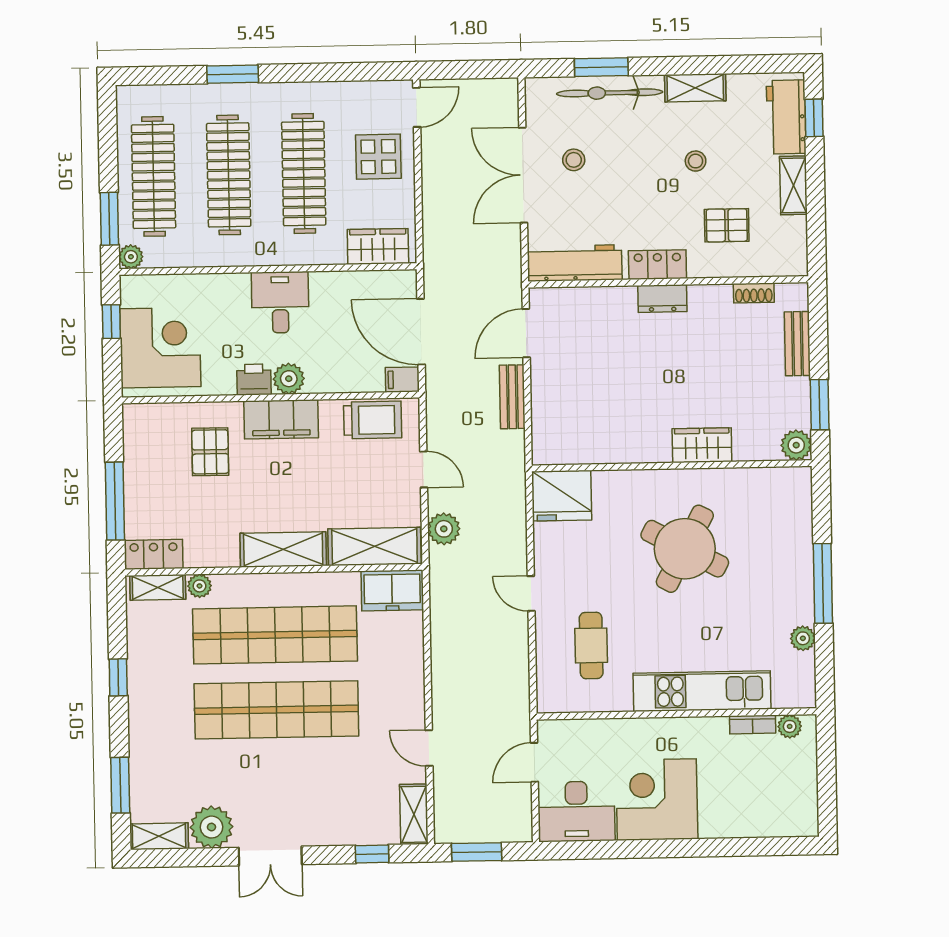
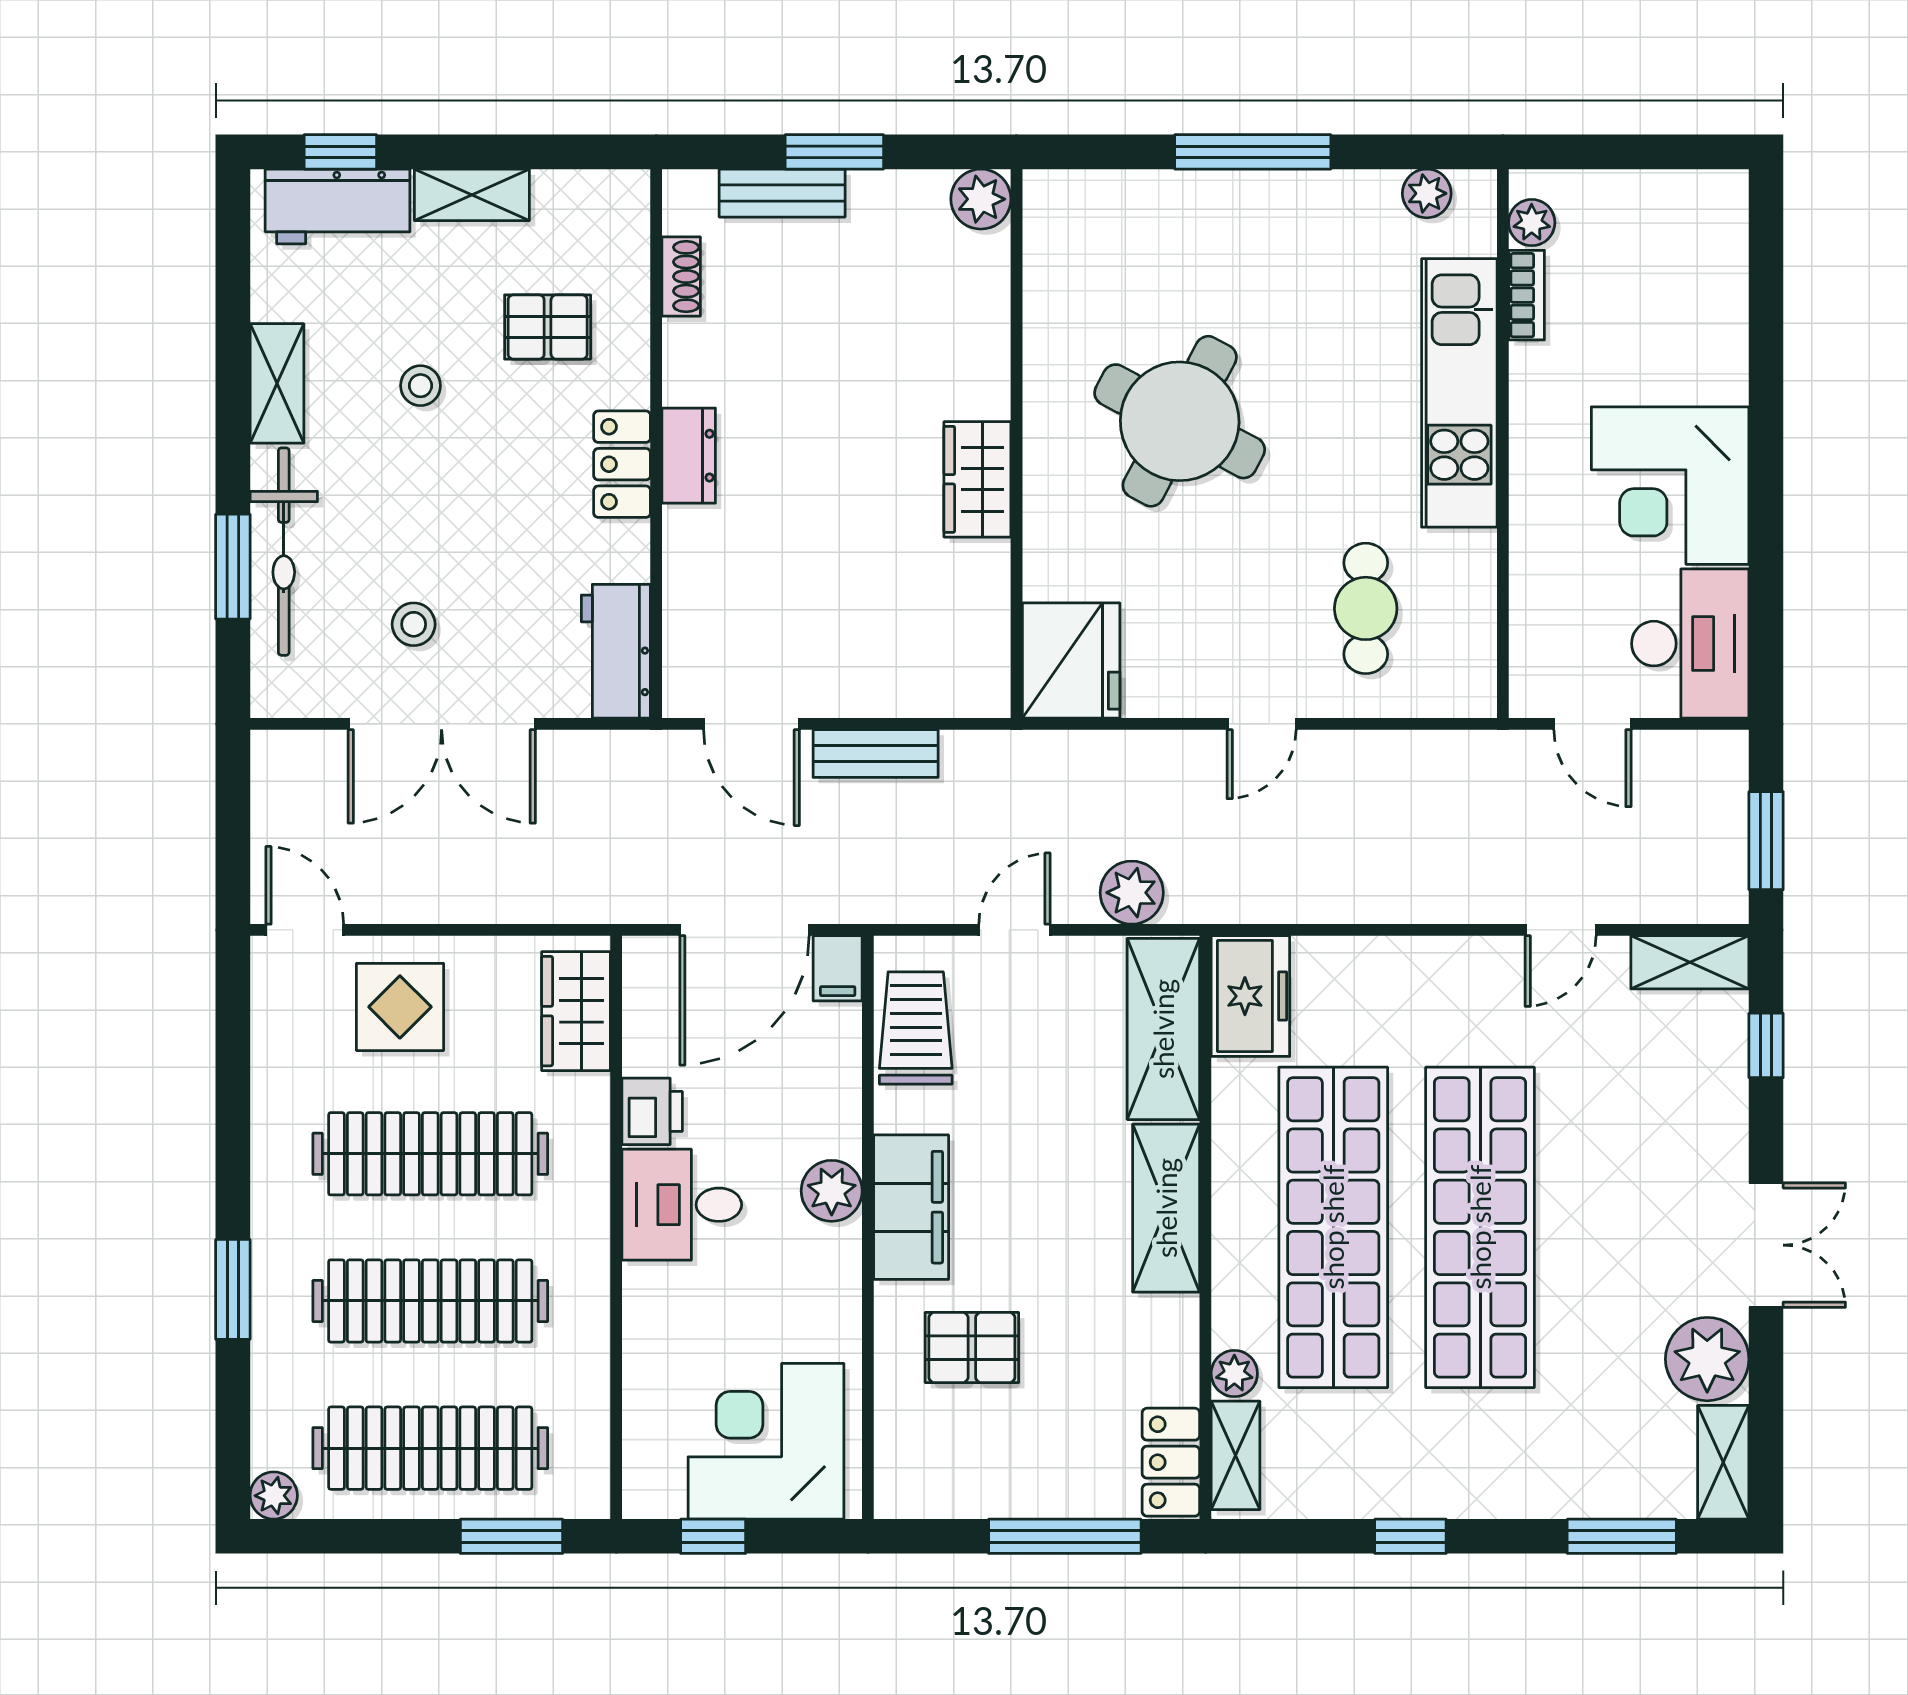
pallet: (727, 225) -> (548, 327), turned 90
plant: (131, 257) -> (274, 1496), moved
workbench: (575, 263) -> (616, 651), width x0.73
printer: (254, 380) -> (652, 1111), moved, turned 180
window: (820, 405) -> (834, 152), moved
wardrobe: (702, 445) -> (977, 479), moved
plant: (803, 638) -> (1427, 193), moved
cafe table: (591, 645) -> (1366, 608), turned 90

